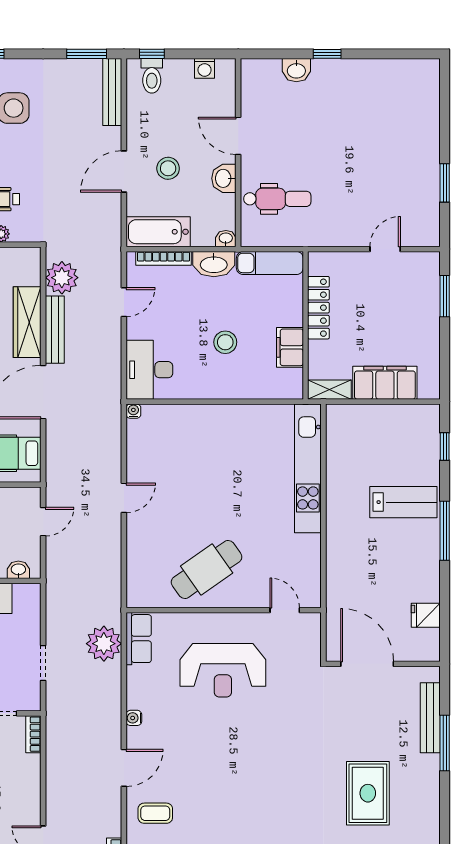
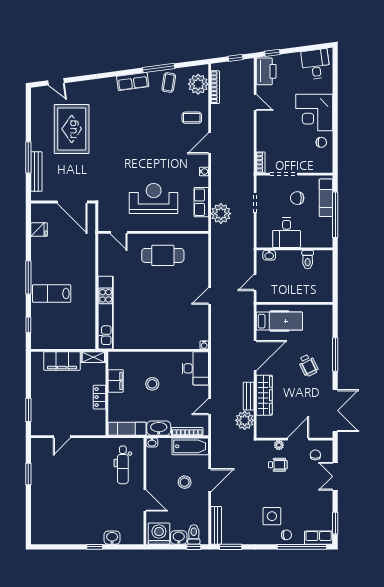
washing machine: (205, 68) -> (159, 534), width x1.89, depth x1.89
washbasin: (224, 178) -> (179, 537), moved, turned -90
dental chair: (277, 199) -> (123, 465), turned -90
locker: (318, 308) -> (100, 397), width x0.66
bench: (55, 330) -> (249, 396), width x0.73
cafe table: (207, 569) -> (163, 255), turned 35
row of seats: (139, 639) -> (201, 202), moved
rug: (368, 793) -> (72, 129), width x1.37, depth x1.44

